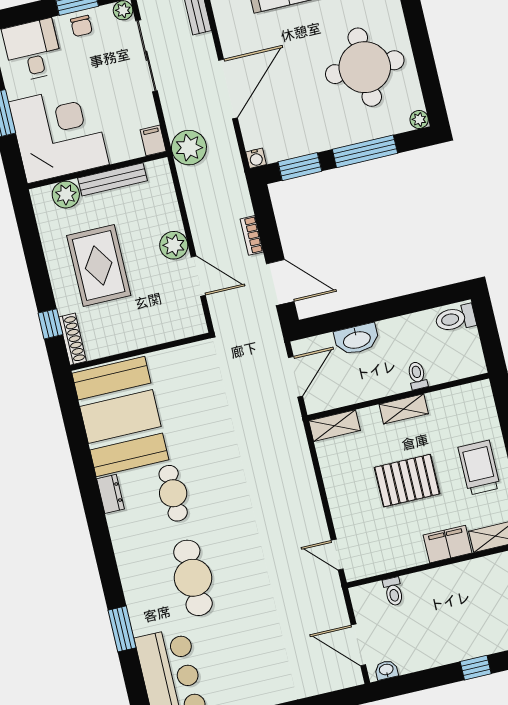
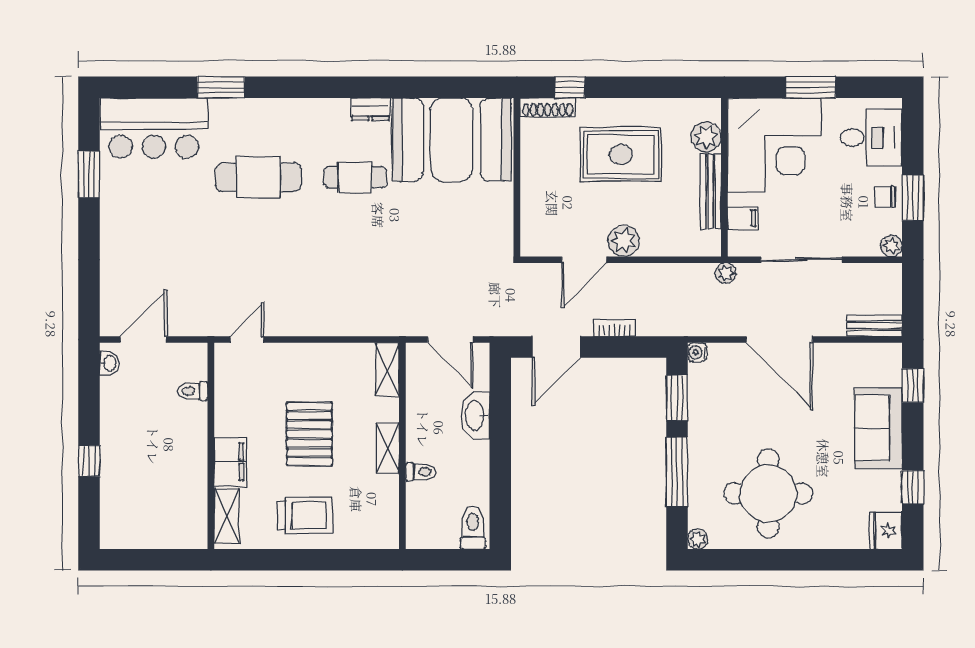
sliding door: (147, 56) -> (801, 260), moved
filing cabinet: (153, 140) -> (743, 218), moved
plant: (189, 148) -> (726, 273), width x0.53, depth x0.53

